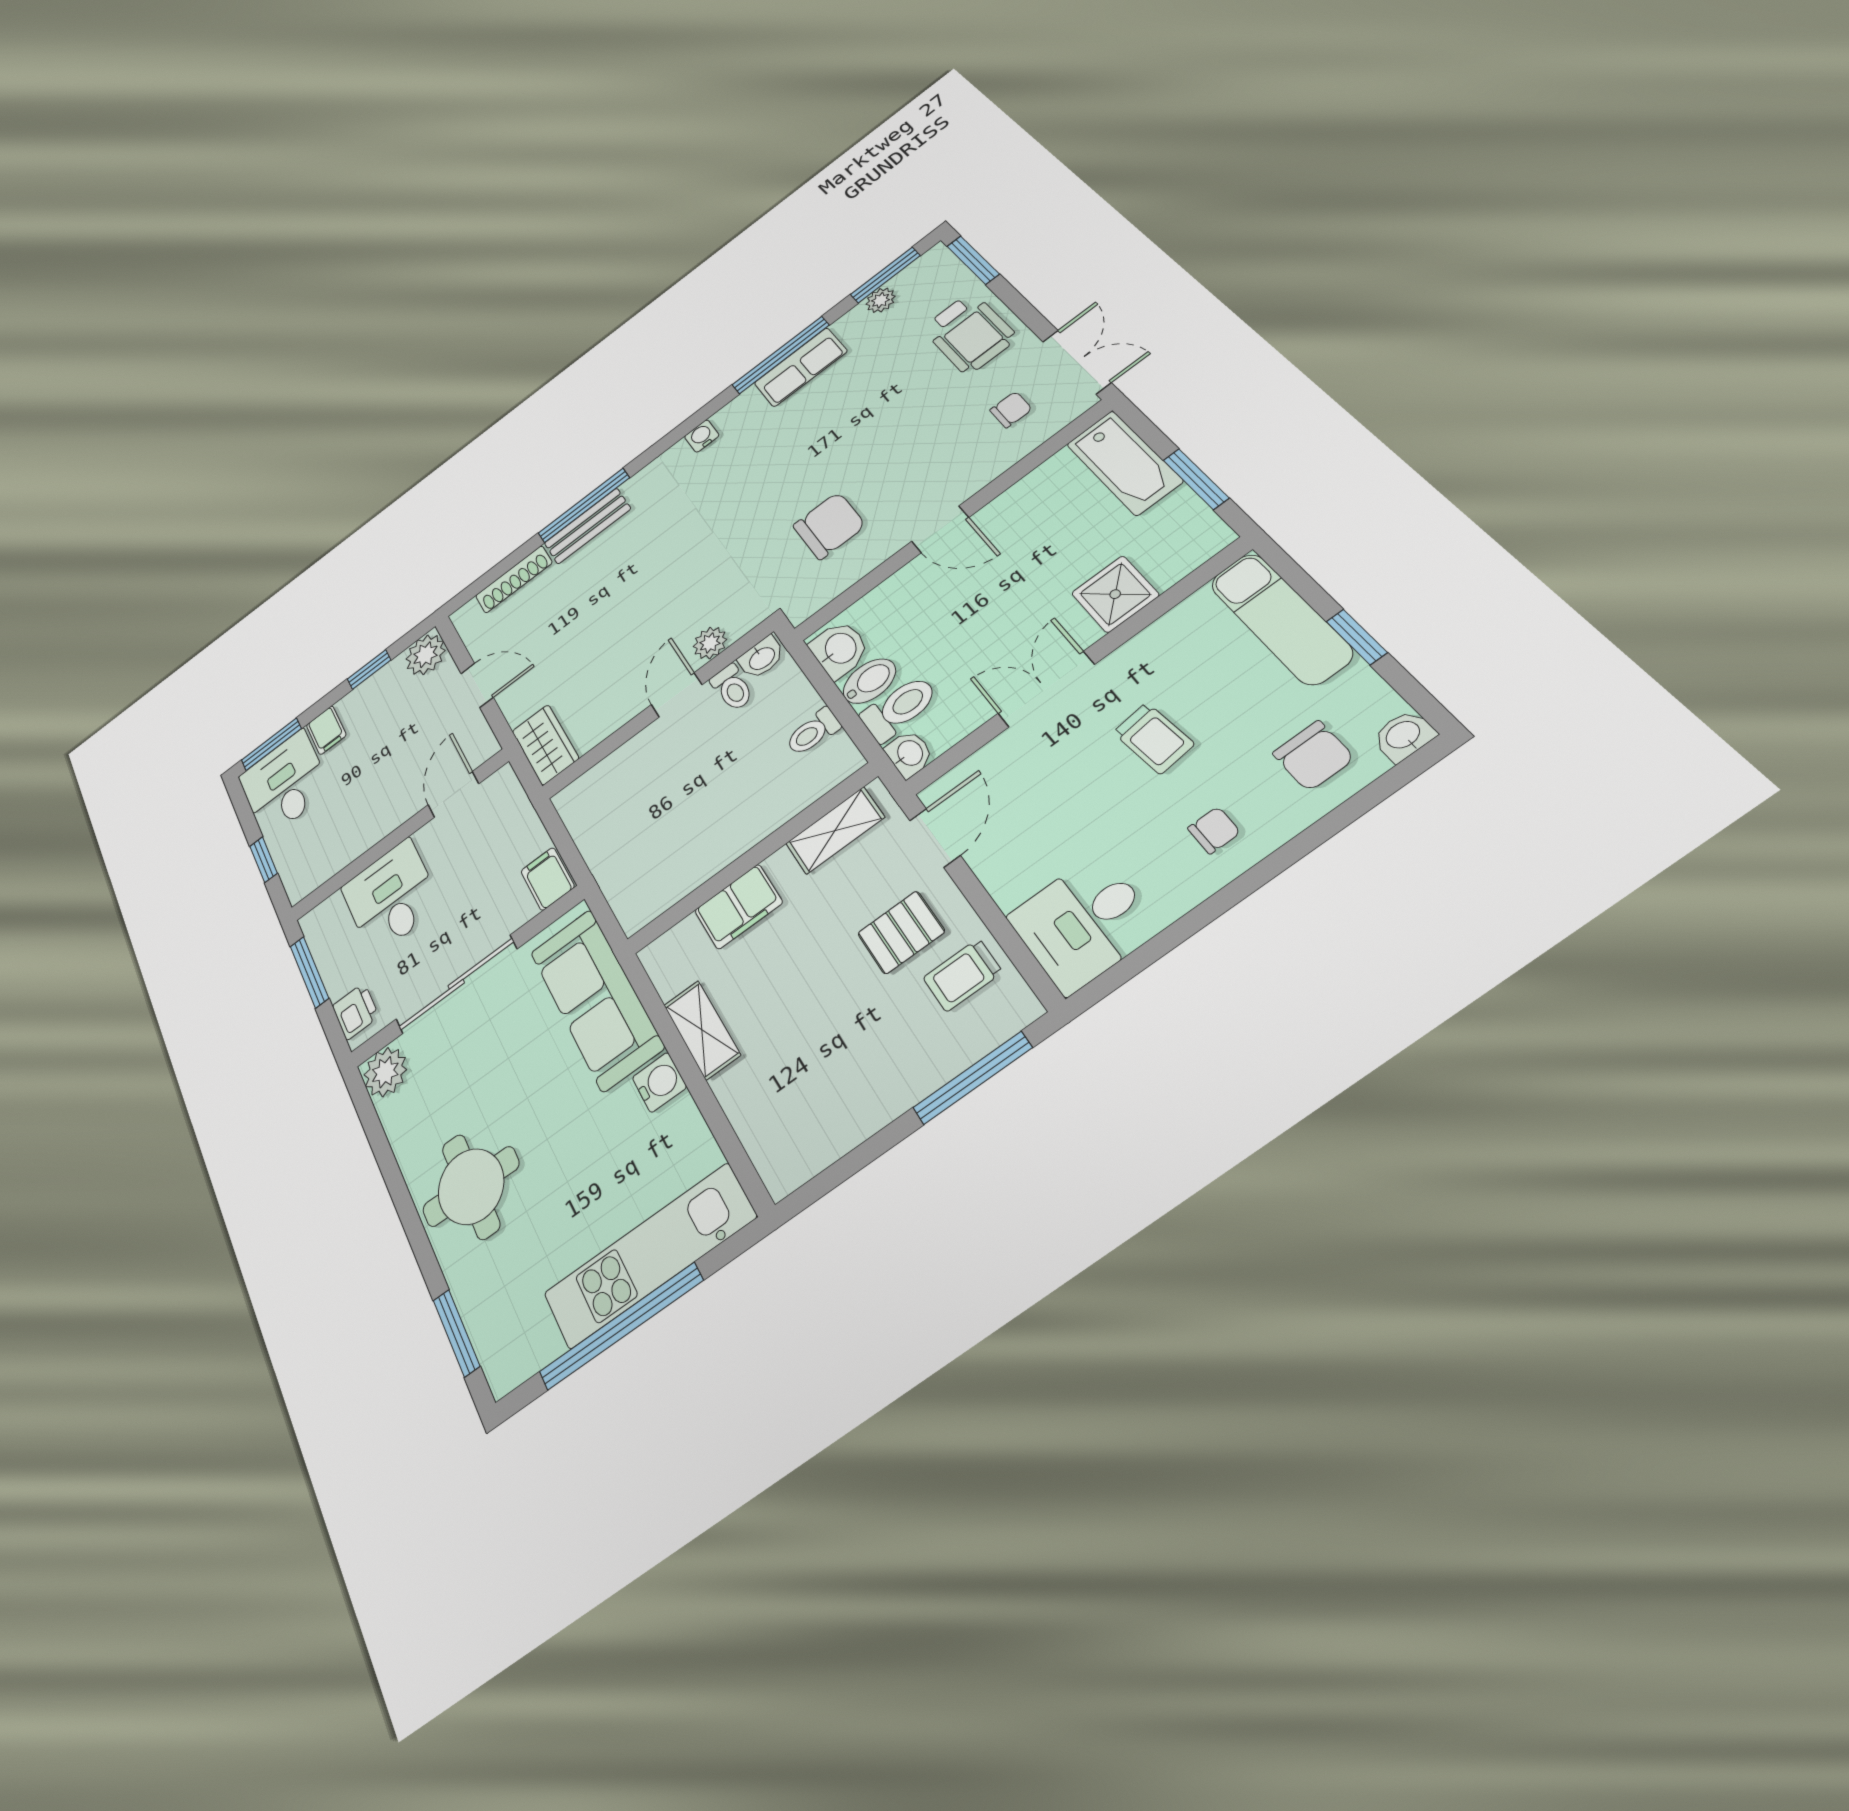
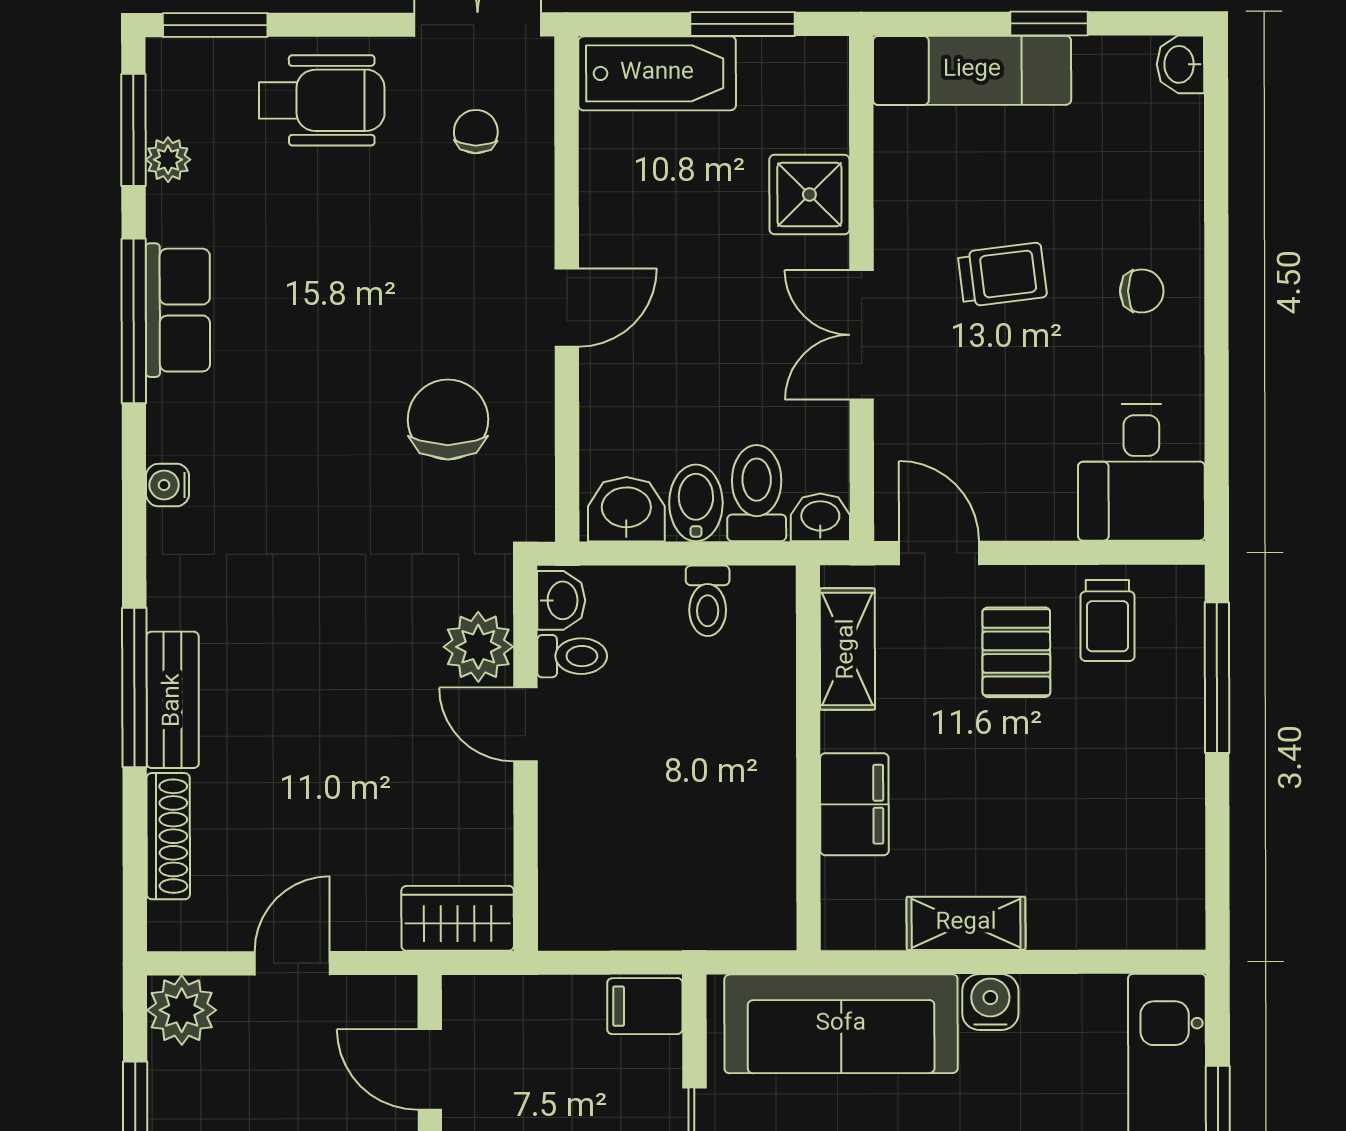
plant: (710, 643) -> (478, 647), width x1.38, depth x1.38
chair: (1313, 756) -> (1138, 152), removed
chair: (1214, 830) -> (1142, 291), turned 90

